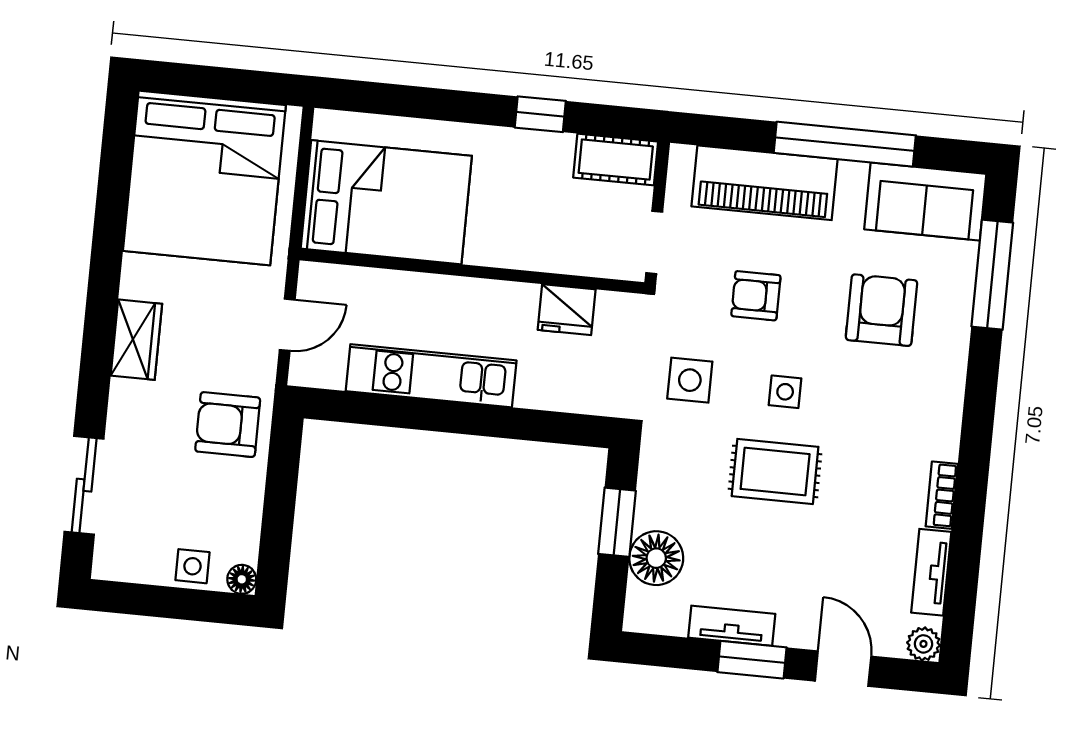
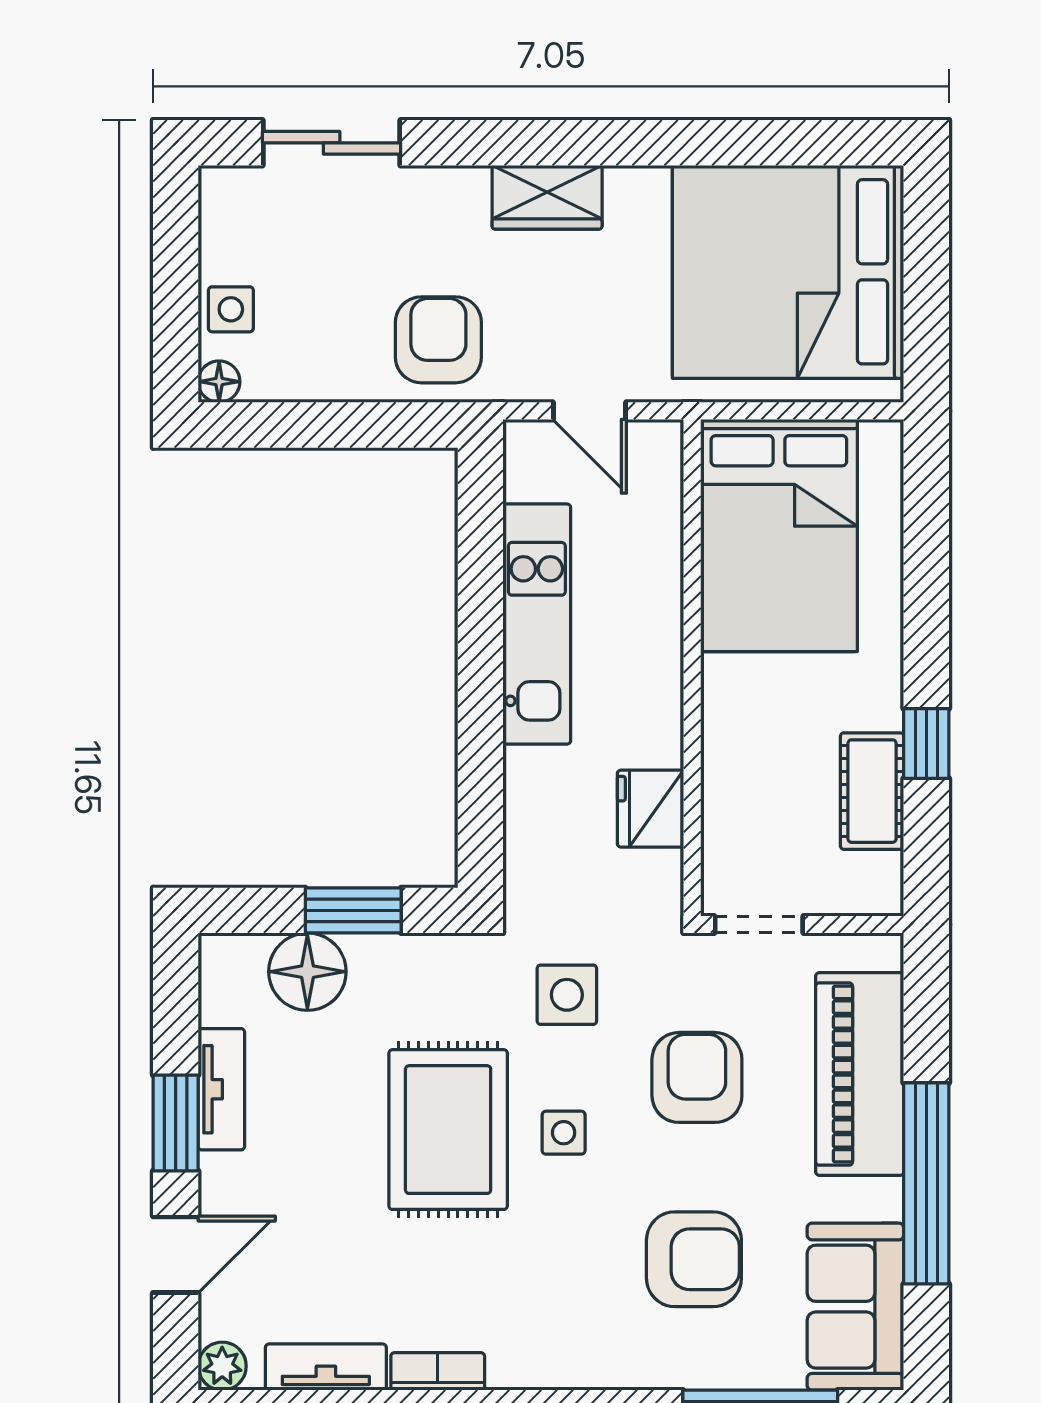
cot: (616, 160) -> (872, 791), moved
armchair: (756, 296) -> (697, 1077), width x1.38, depth x1.38
rug: (775, 471) -> (448, 1130), width x1.36, depth x1.43

